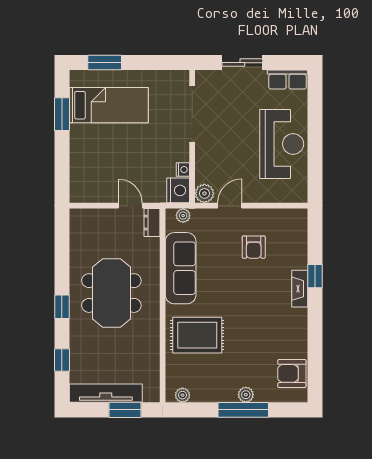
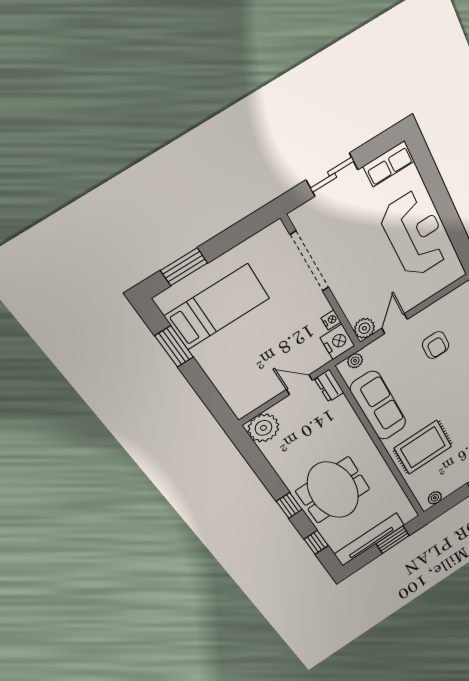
plant: (83, 223) -> (263, 428), added
meeting table: (111, 293) -> (333, 490), moved

